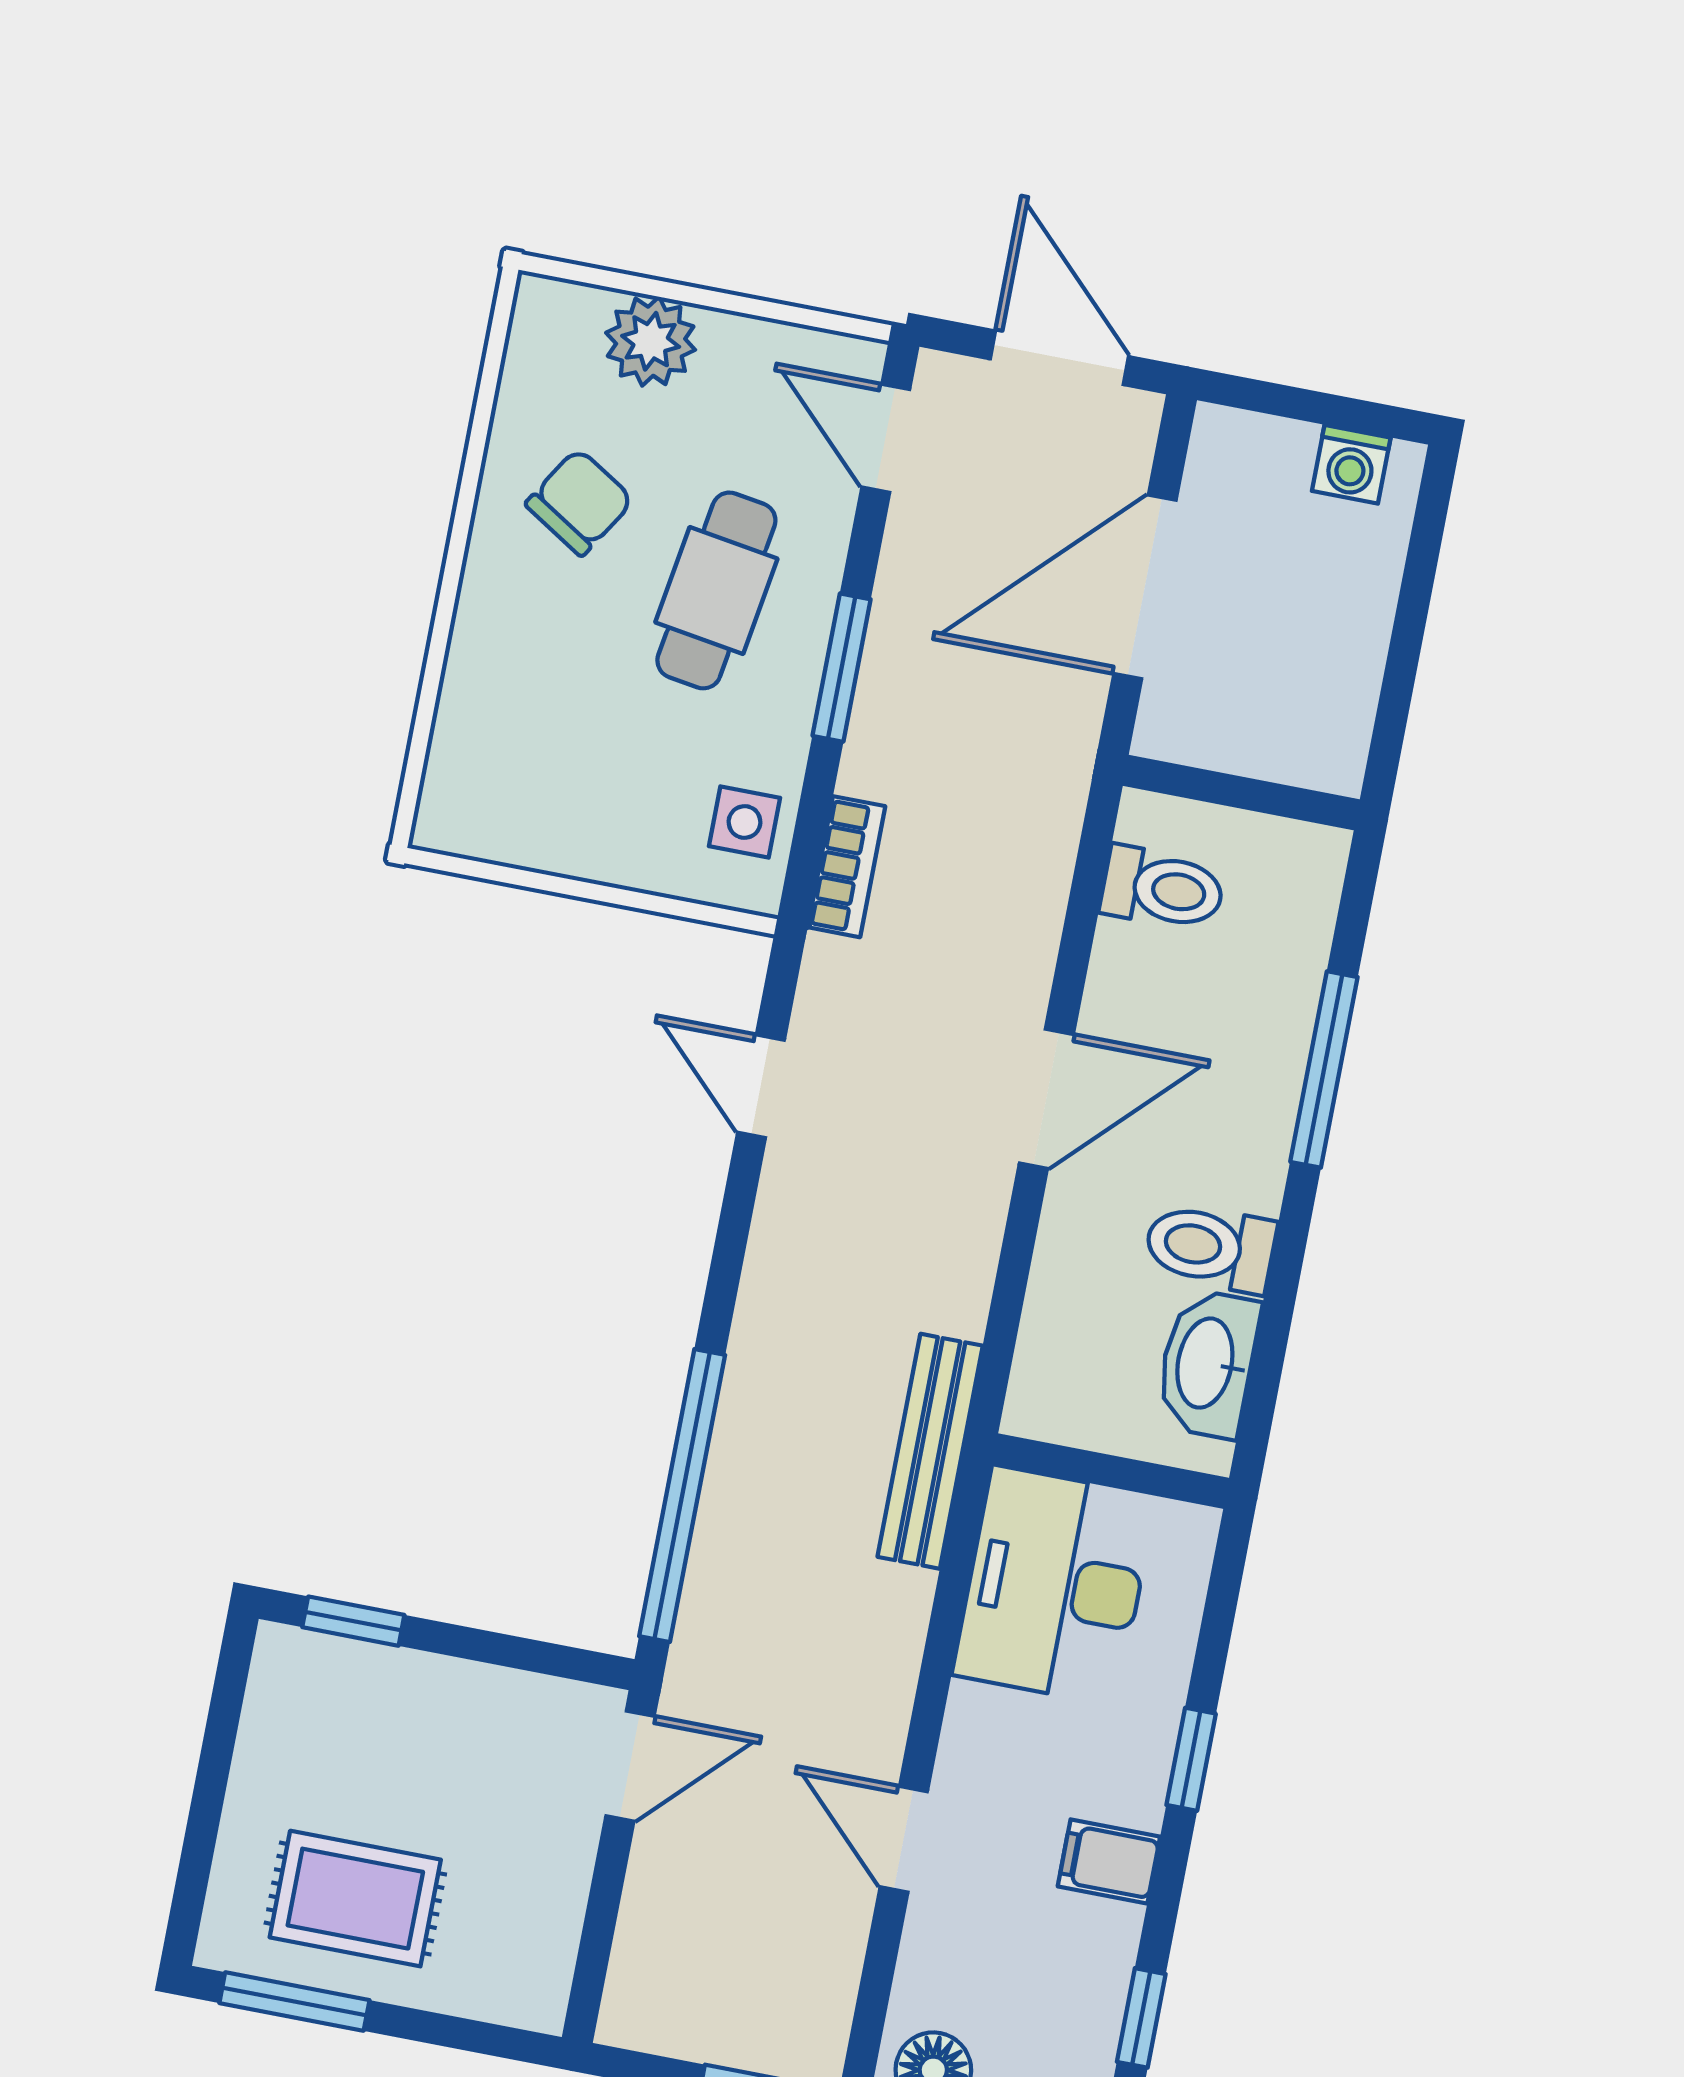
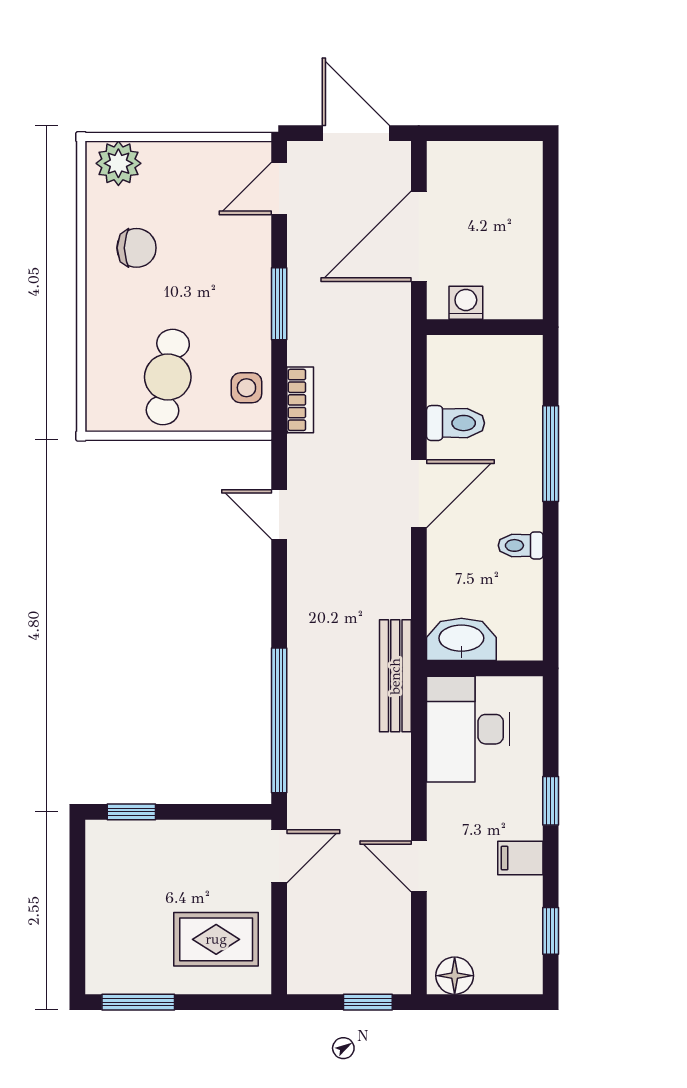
plant: (651, 341) -> (118, 163), moved
door: (886, 438) -> (279, 188), hinge flipped
washing machine: (1351, 464) -> (466, 303), moved, turned 180
chair: (580, 502) -> (137, 248), turned 58
cafe table: (716, 590) -> (168, 377), moved
toilet: (1163, 889) -> (455, 423), moved
toilet: (1210, 1247) -> (521, 545), width x0.73, depth x0.72
washbasin: (1207, 1364) -> (461, 639), moved, turned 90
rug: (355, 1899) -> (216, 939), moved

